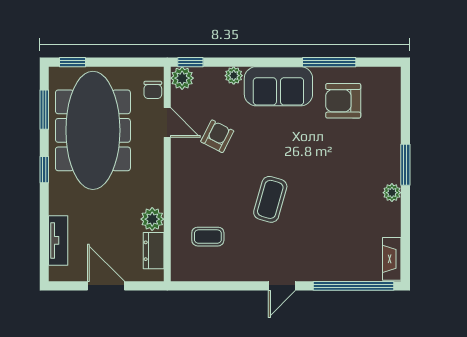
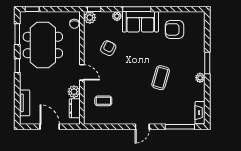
window: (329, 62) -> (137, 9), moved
door: (167, 122) -> (82, 72), moved
meeting table: (93, 130) -> (43, 45), width x0.73
coffee table: (270, 199) -> (161, 78), moved
window: (353, 286) -> (180, 127), width x0.68

